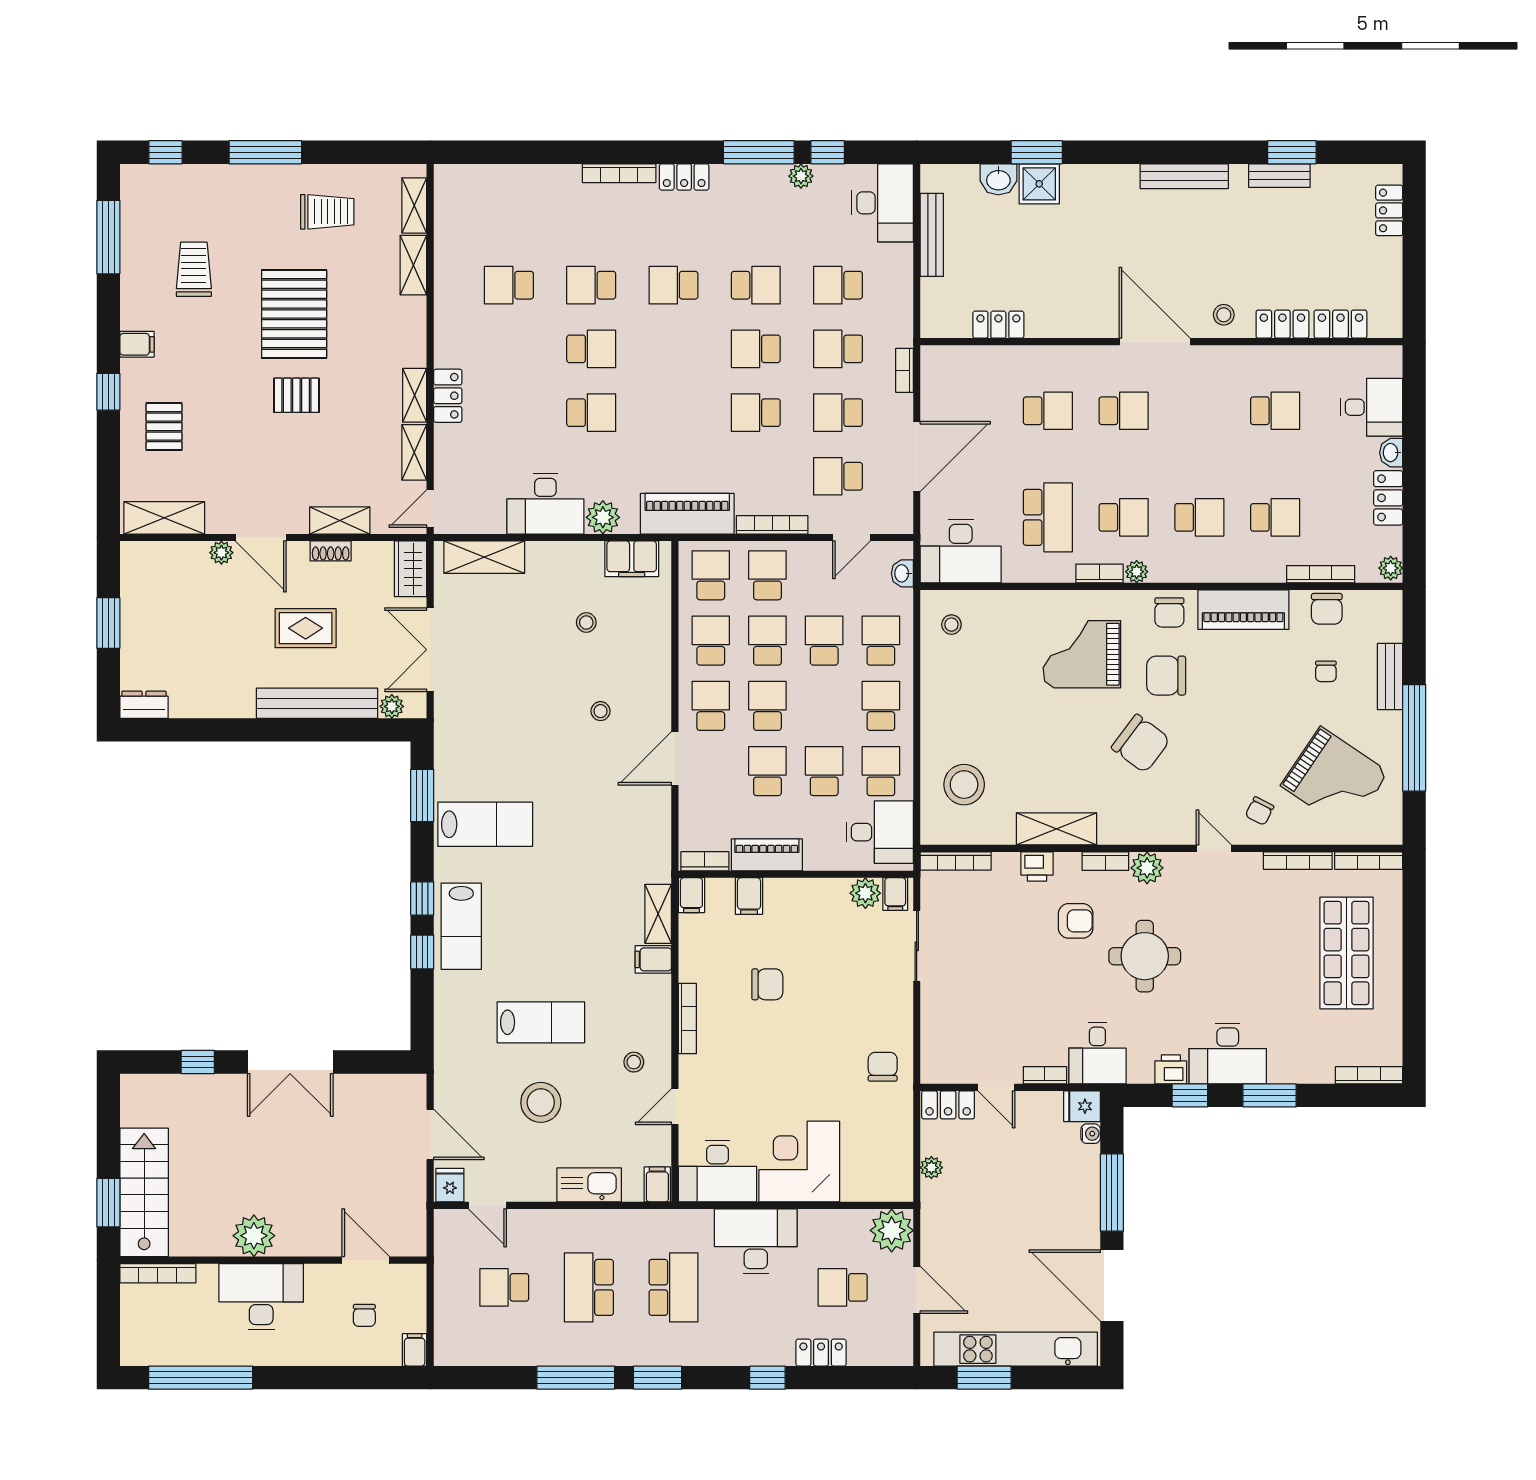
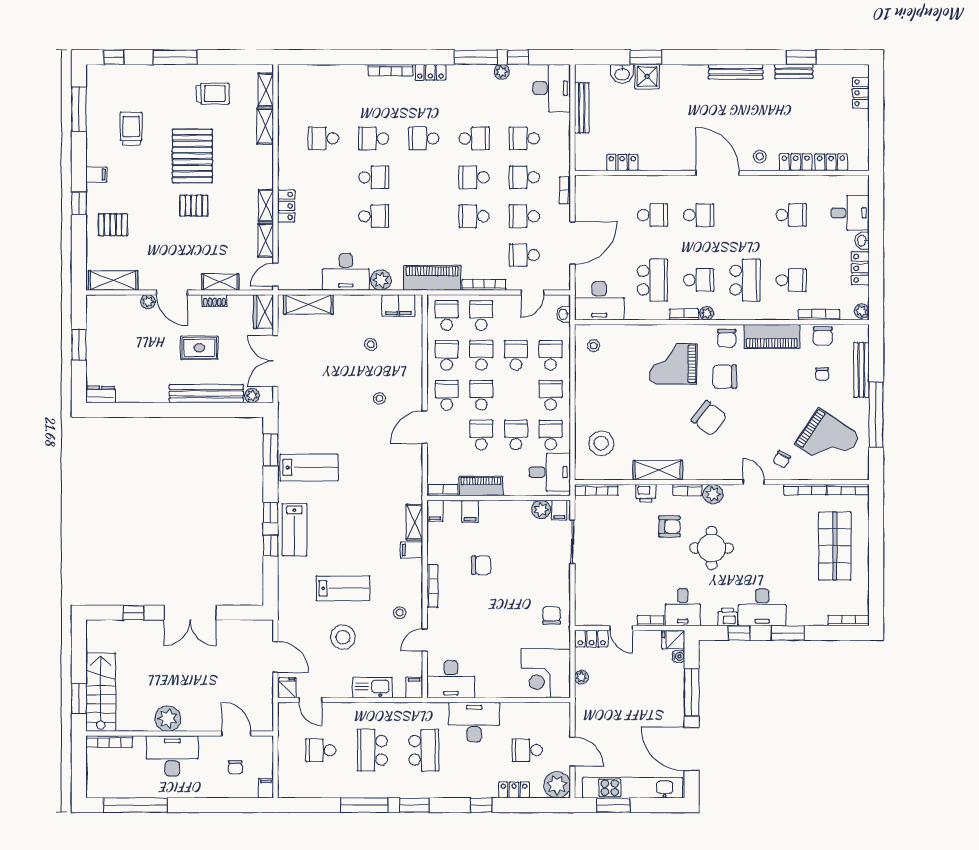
pallet: (164, 427) -> (113, 225), turned 90
school desk: (1199, 517) -> (745, 280), width x1.85
bench: (1390, 677) -> (861, 370), width x1.36
corner desk: (799, 1162) -> (546, 673), moved, turned -90
plant: (892, 1230) -> (557, 785), moved

